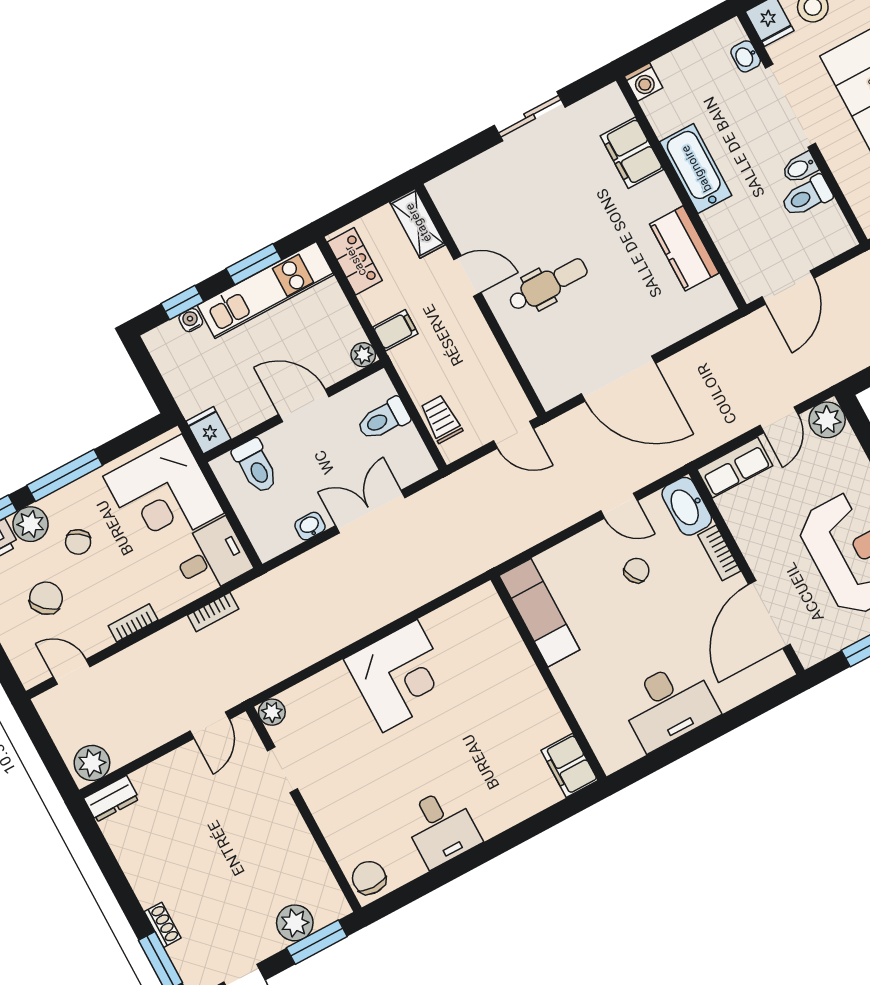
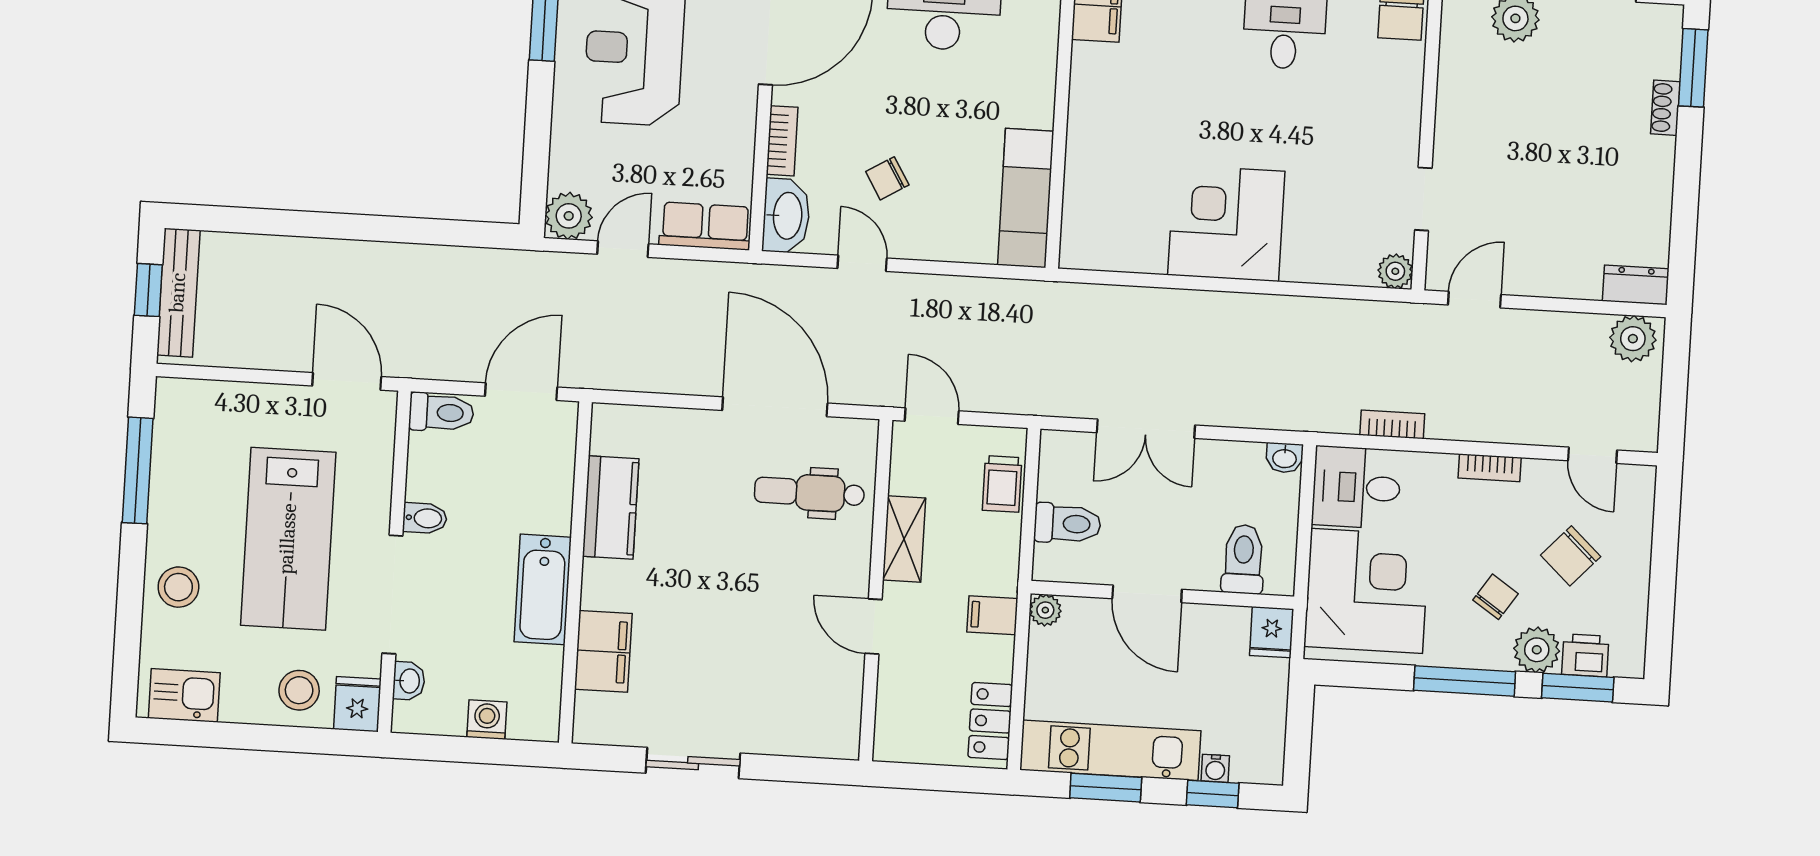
washing machine: (643, 82) -> (487, 720), moved
toilet: (807, 196) -> (441, 412), moved
shelving: (418, 223) -> (904, 539), moved
dental chair: (548, 285) -> (809, 493), moved
washbasin: (310, 526) -> (1285, 458), moved

